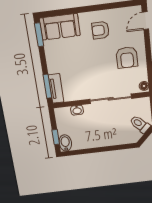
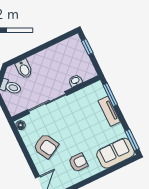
armchair: (127, 57) -> (46, 146), turned 151
tv unit: (56, 88) -> (109, 111), moved
bidet: (65, 143) -> (24, 69), moved

